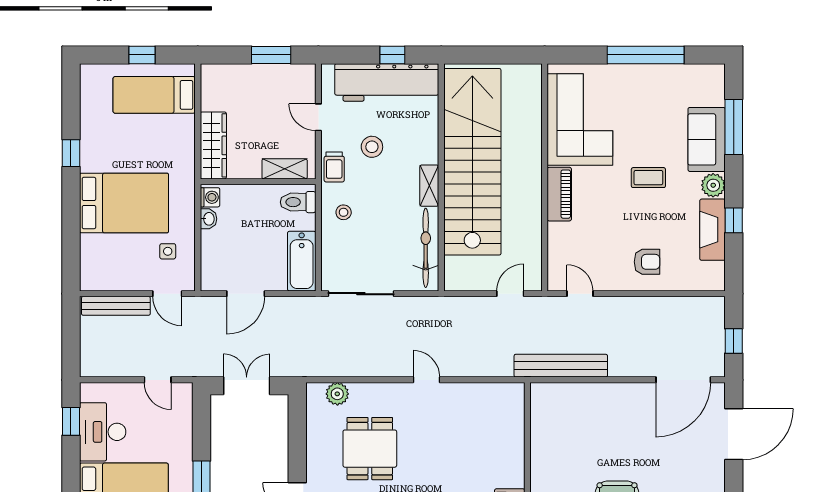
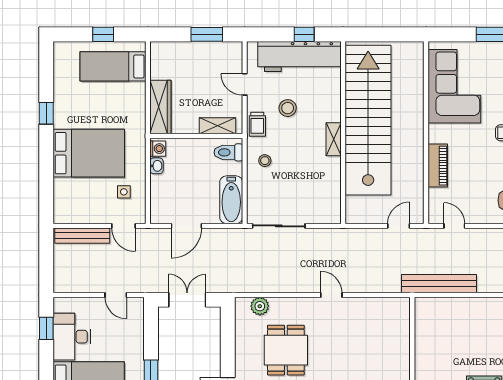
piano: (559, 194) -> (438, 166), moved
bicycle: (426, 248) -> (331, 189), removed

